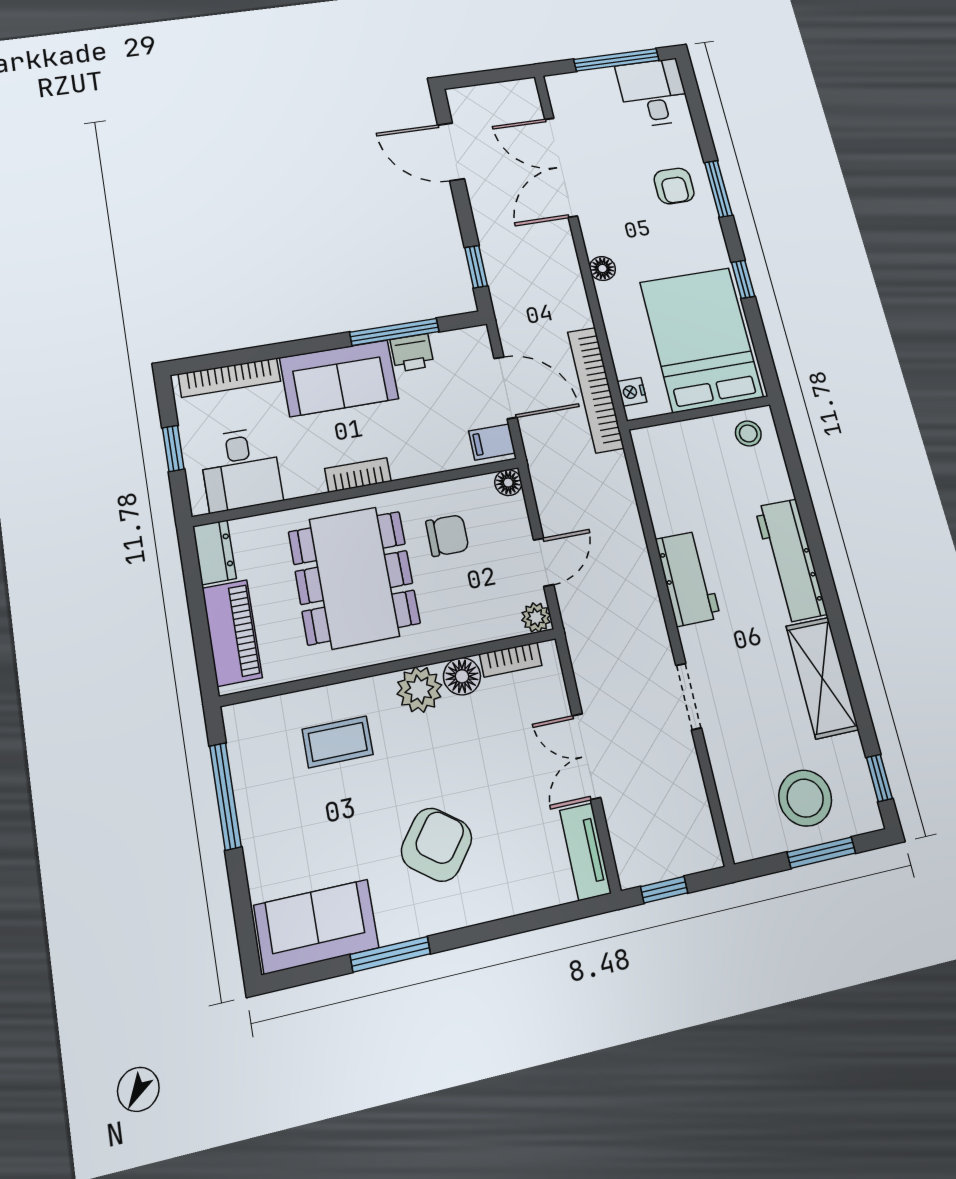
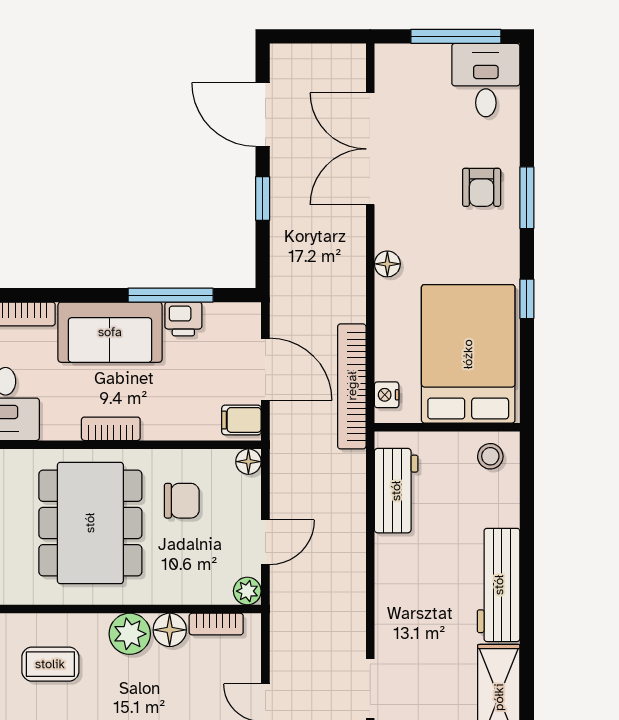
window: (476, 267) -> (263, 199), moved
workbench: (688, 578) -> (396, 491), moved

